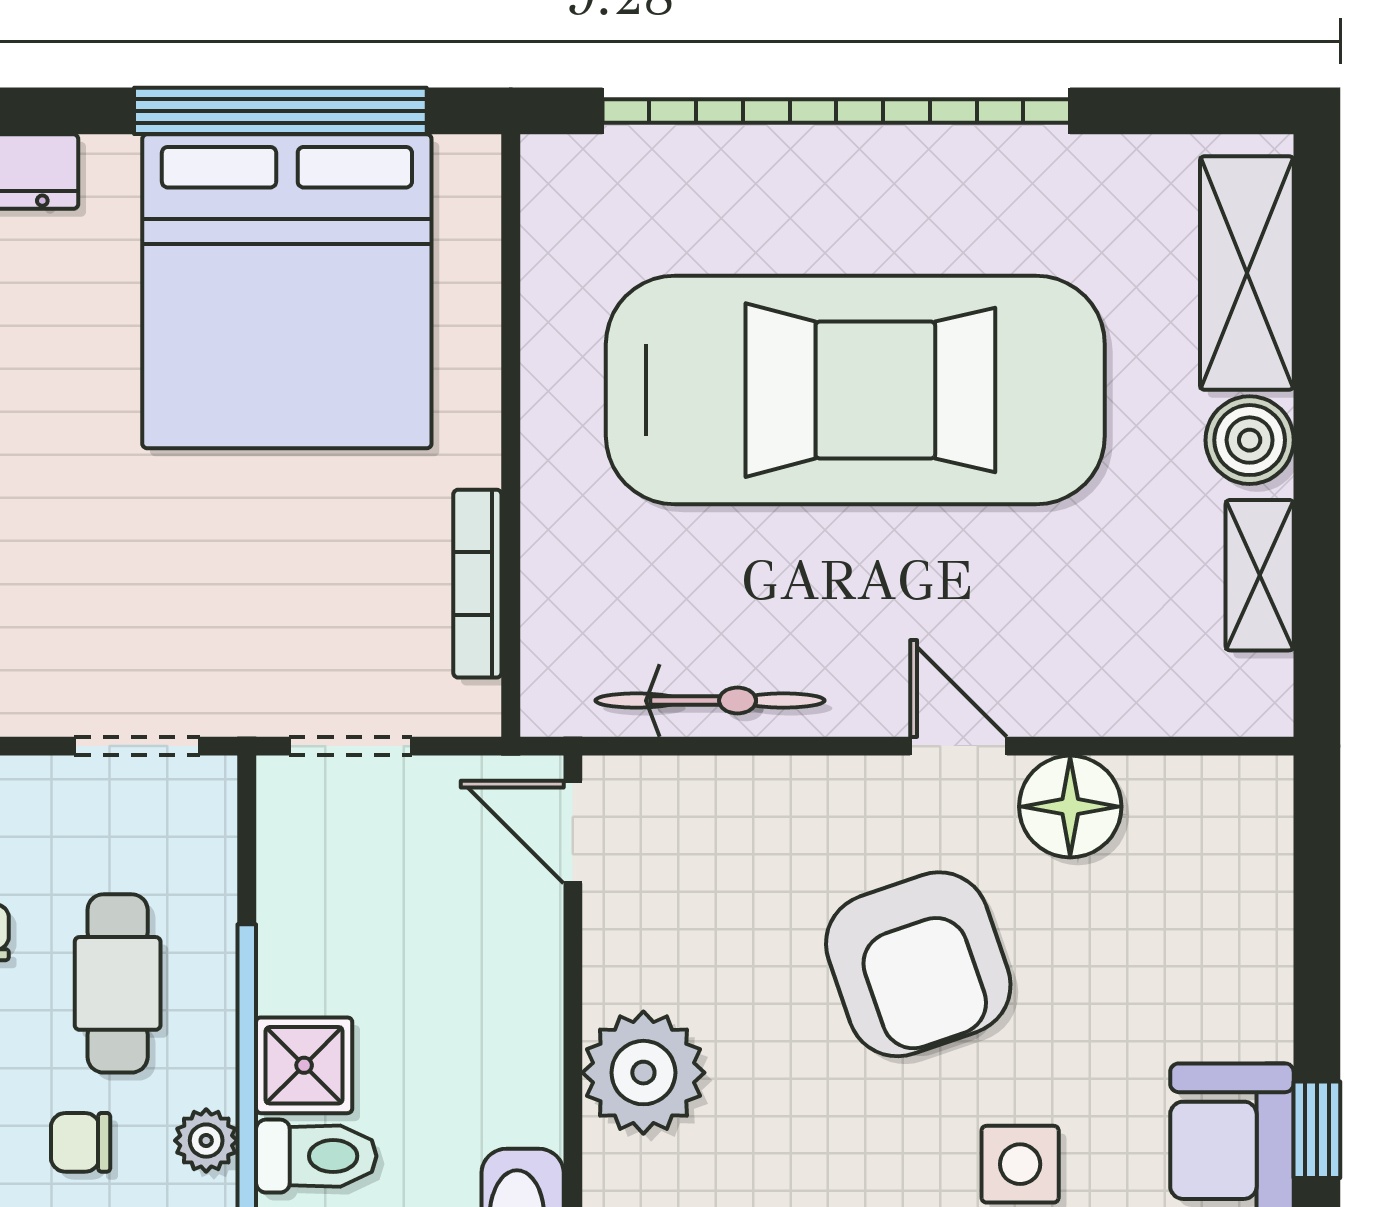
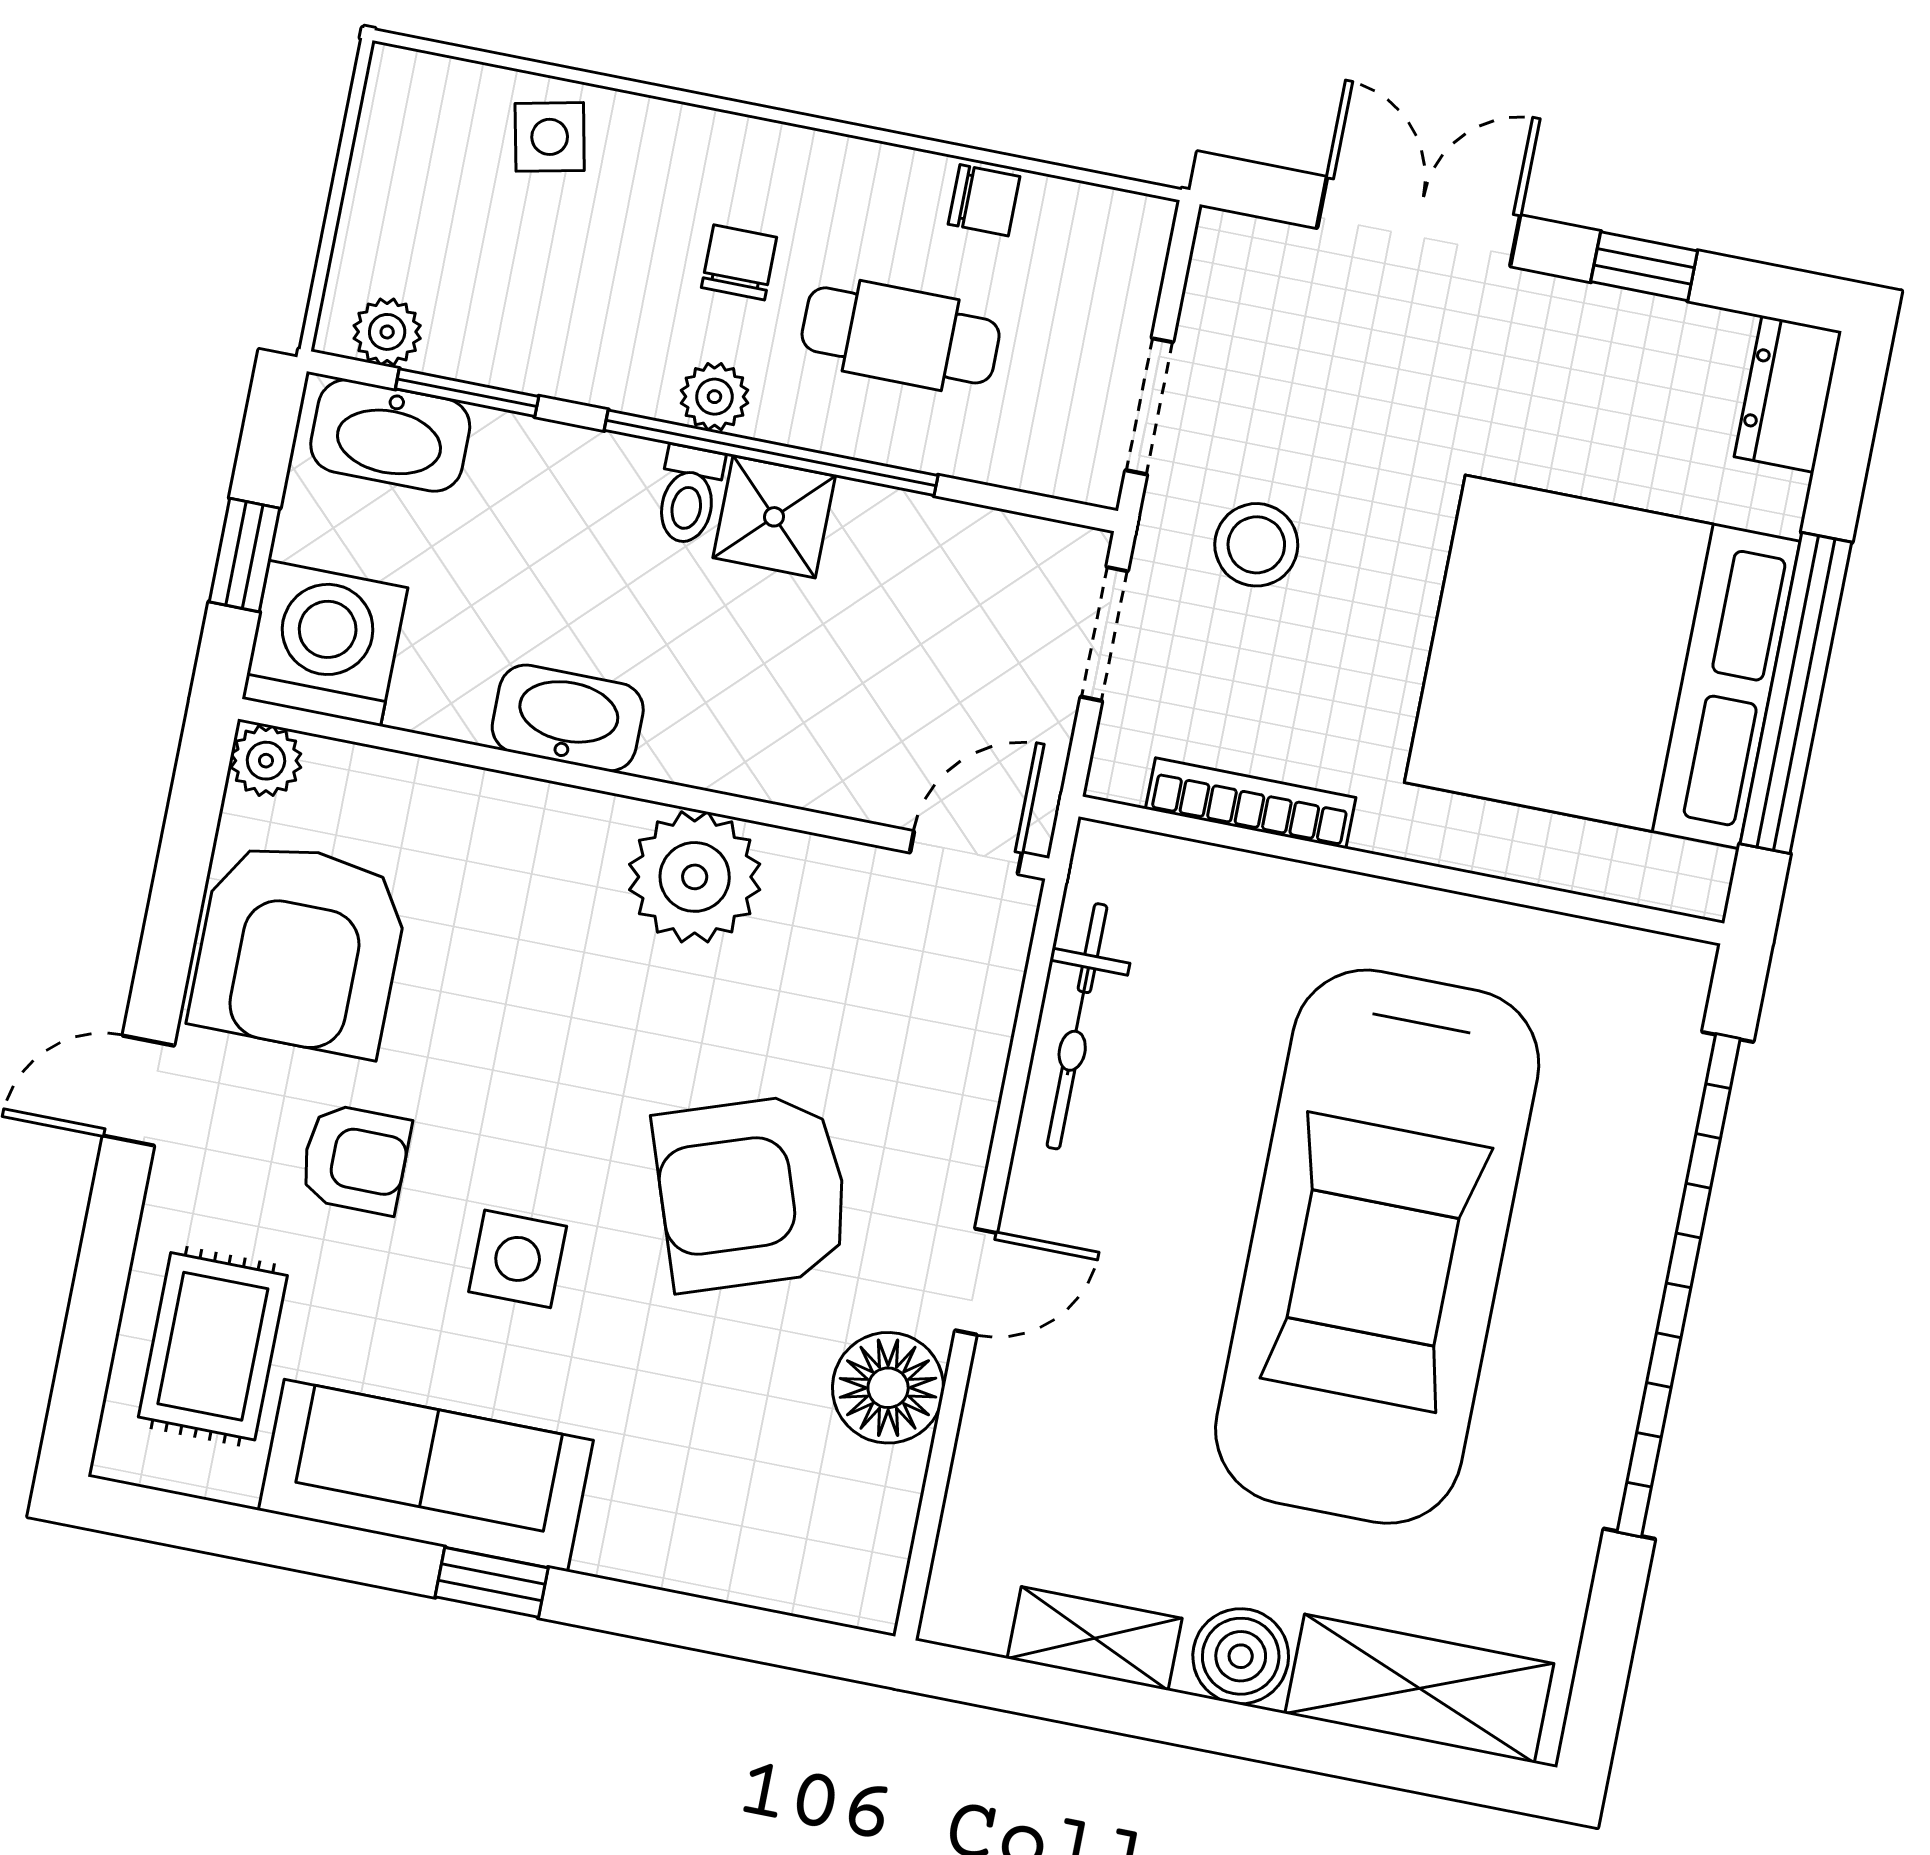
stool: (243, 625) -> (1256, 545), added
toilet: (316, 1156) -> (689, 495), width x0.73, depth x0.72

